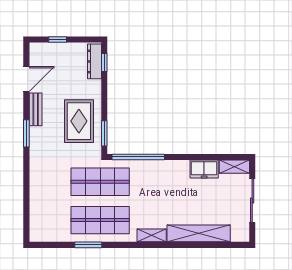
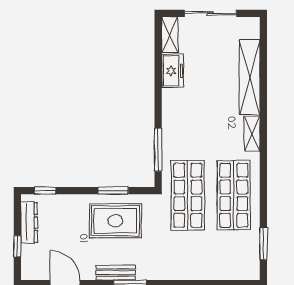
dresser: (94, 61) -> (29, 223), moved, turned -90
bench: (36, 109) -> (116, 273), moved
window: (104, 133) -> (113, 191), moved
window: (138, 157) -> (158, 150), width x0.68
window: (88, 245) -> (263, 244), moved

